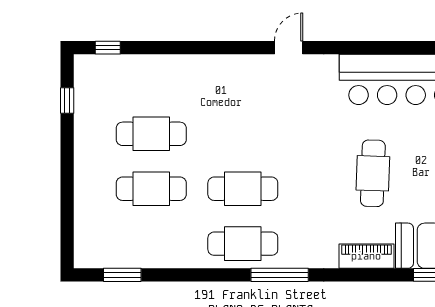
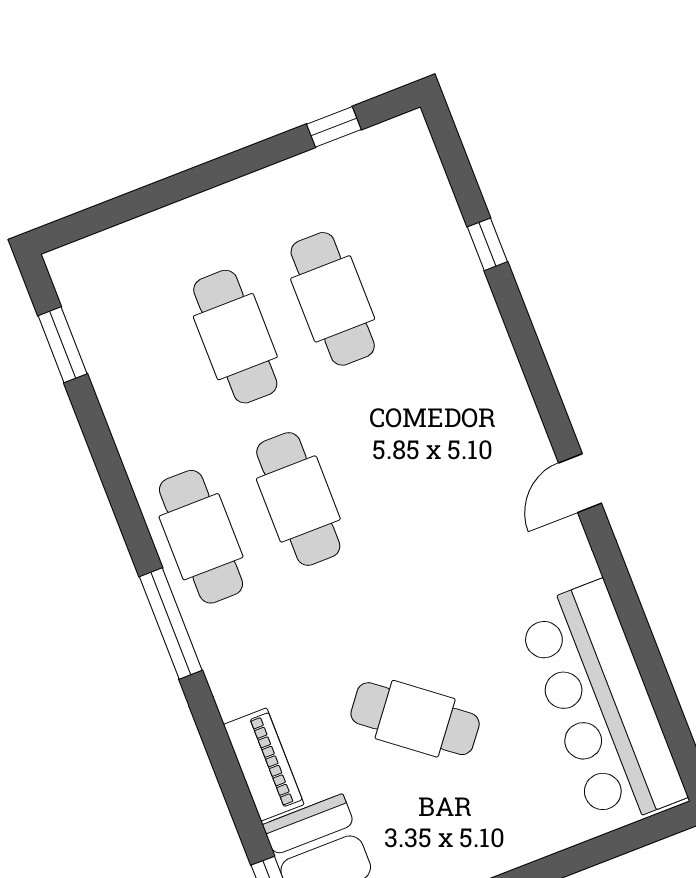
window: (108, 48) -> (487, 244), moved
door: (289, 48) -> (580, 483), swing flipped
cafe table: (373, 173) -> (415, 719), turned 36

